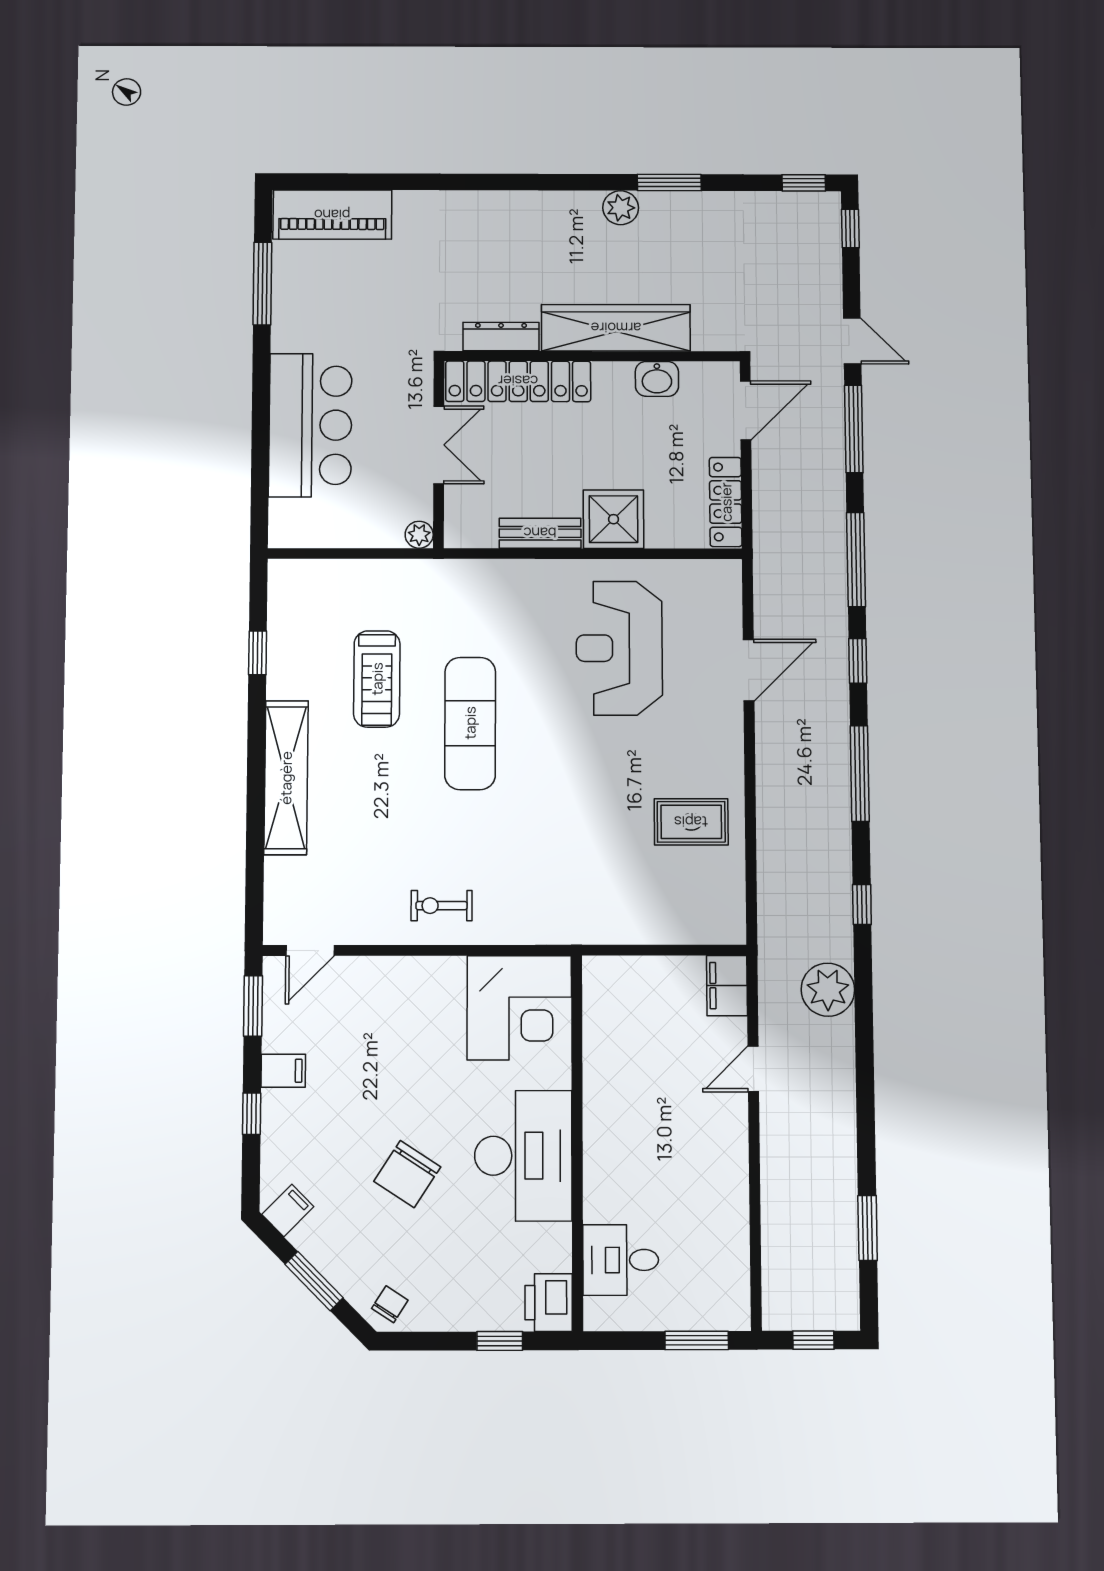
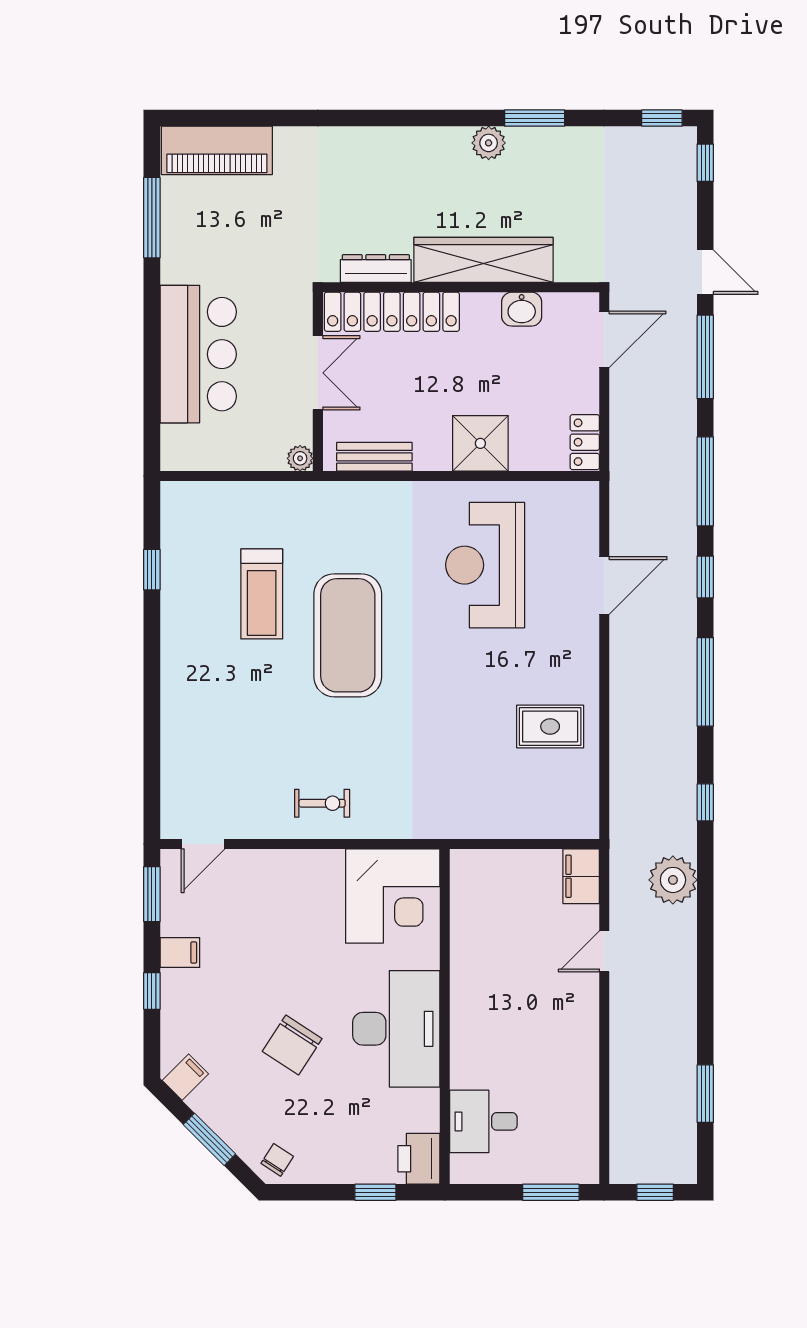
locker: (726, 502) -> (585, 442), width x0.66
bench: (540, 533) -> (374, 457), moved
exercise mat: (470, 723) -> (348, 635), width x1.47
shelving: (286, 778) -> (179, 686), removed
exercise bike: (442, 906) -> (322, 803), turned 180

